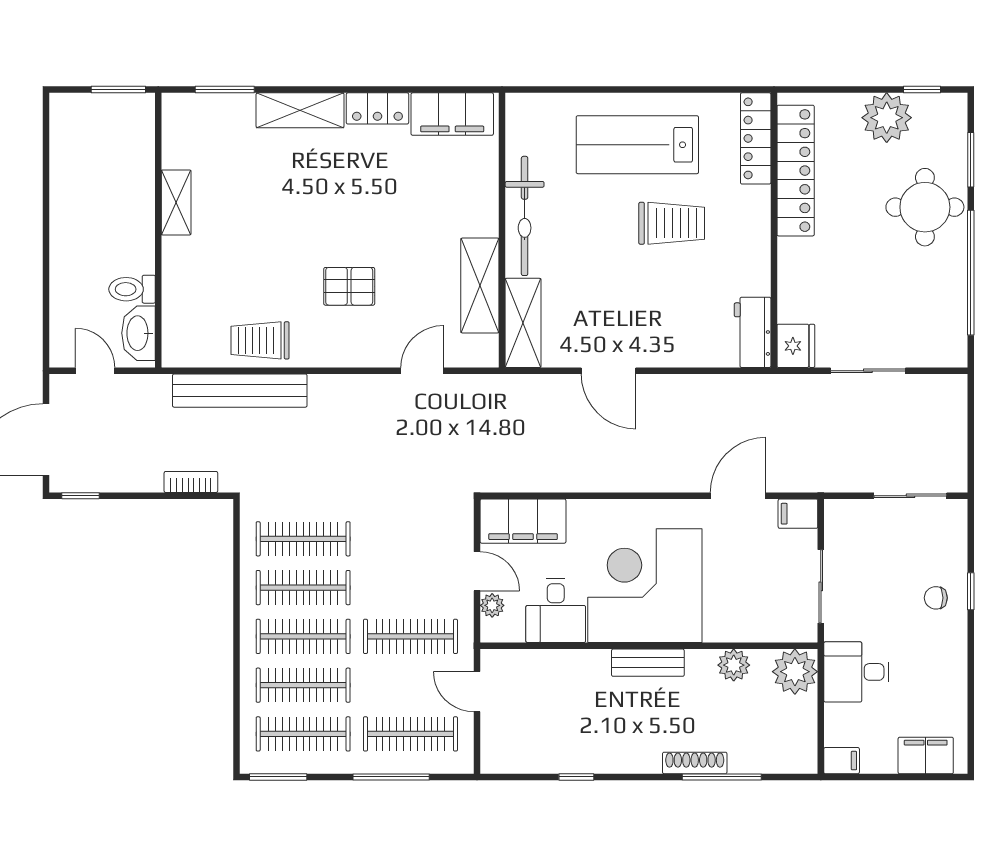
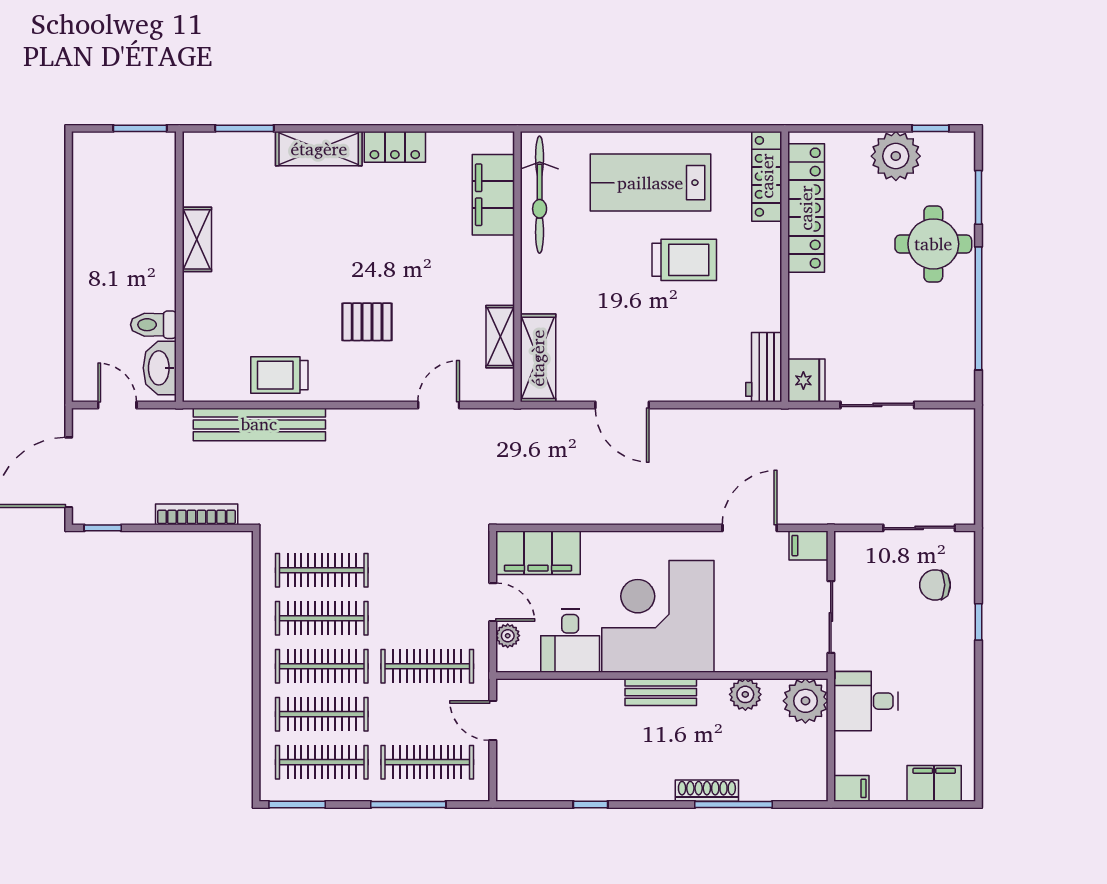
filing cabinet: (452, 114) -> (493, 195), moved, turned 90
bicycle: (525, 216) -> (540, 195), moved
shelving: (480, 286) -> (500, 337), width x0.67, depth x0.75
bookcase: (191, 482) -> (197, 514), width x1.56
chair: (936, 598) -> (935, 585), moved, width x1.37, depth x1.37

